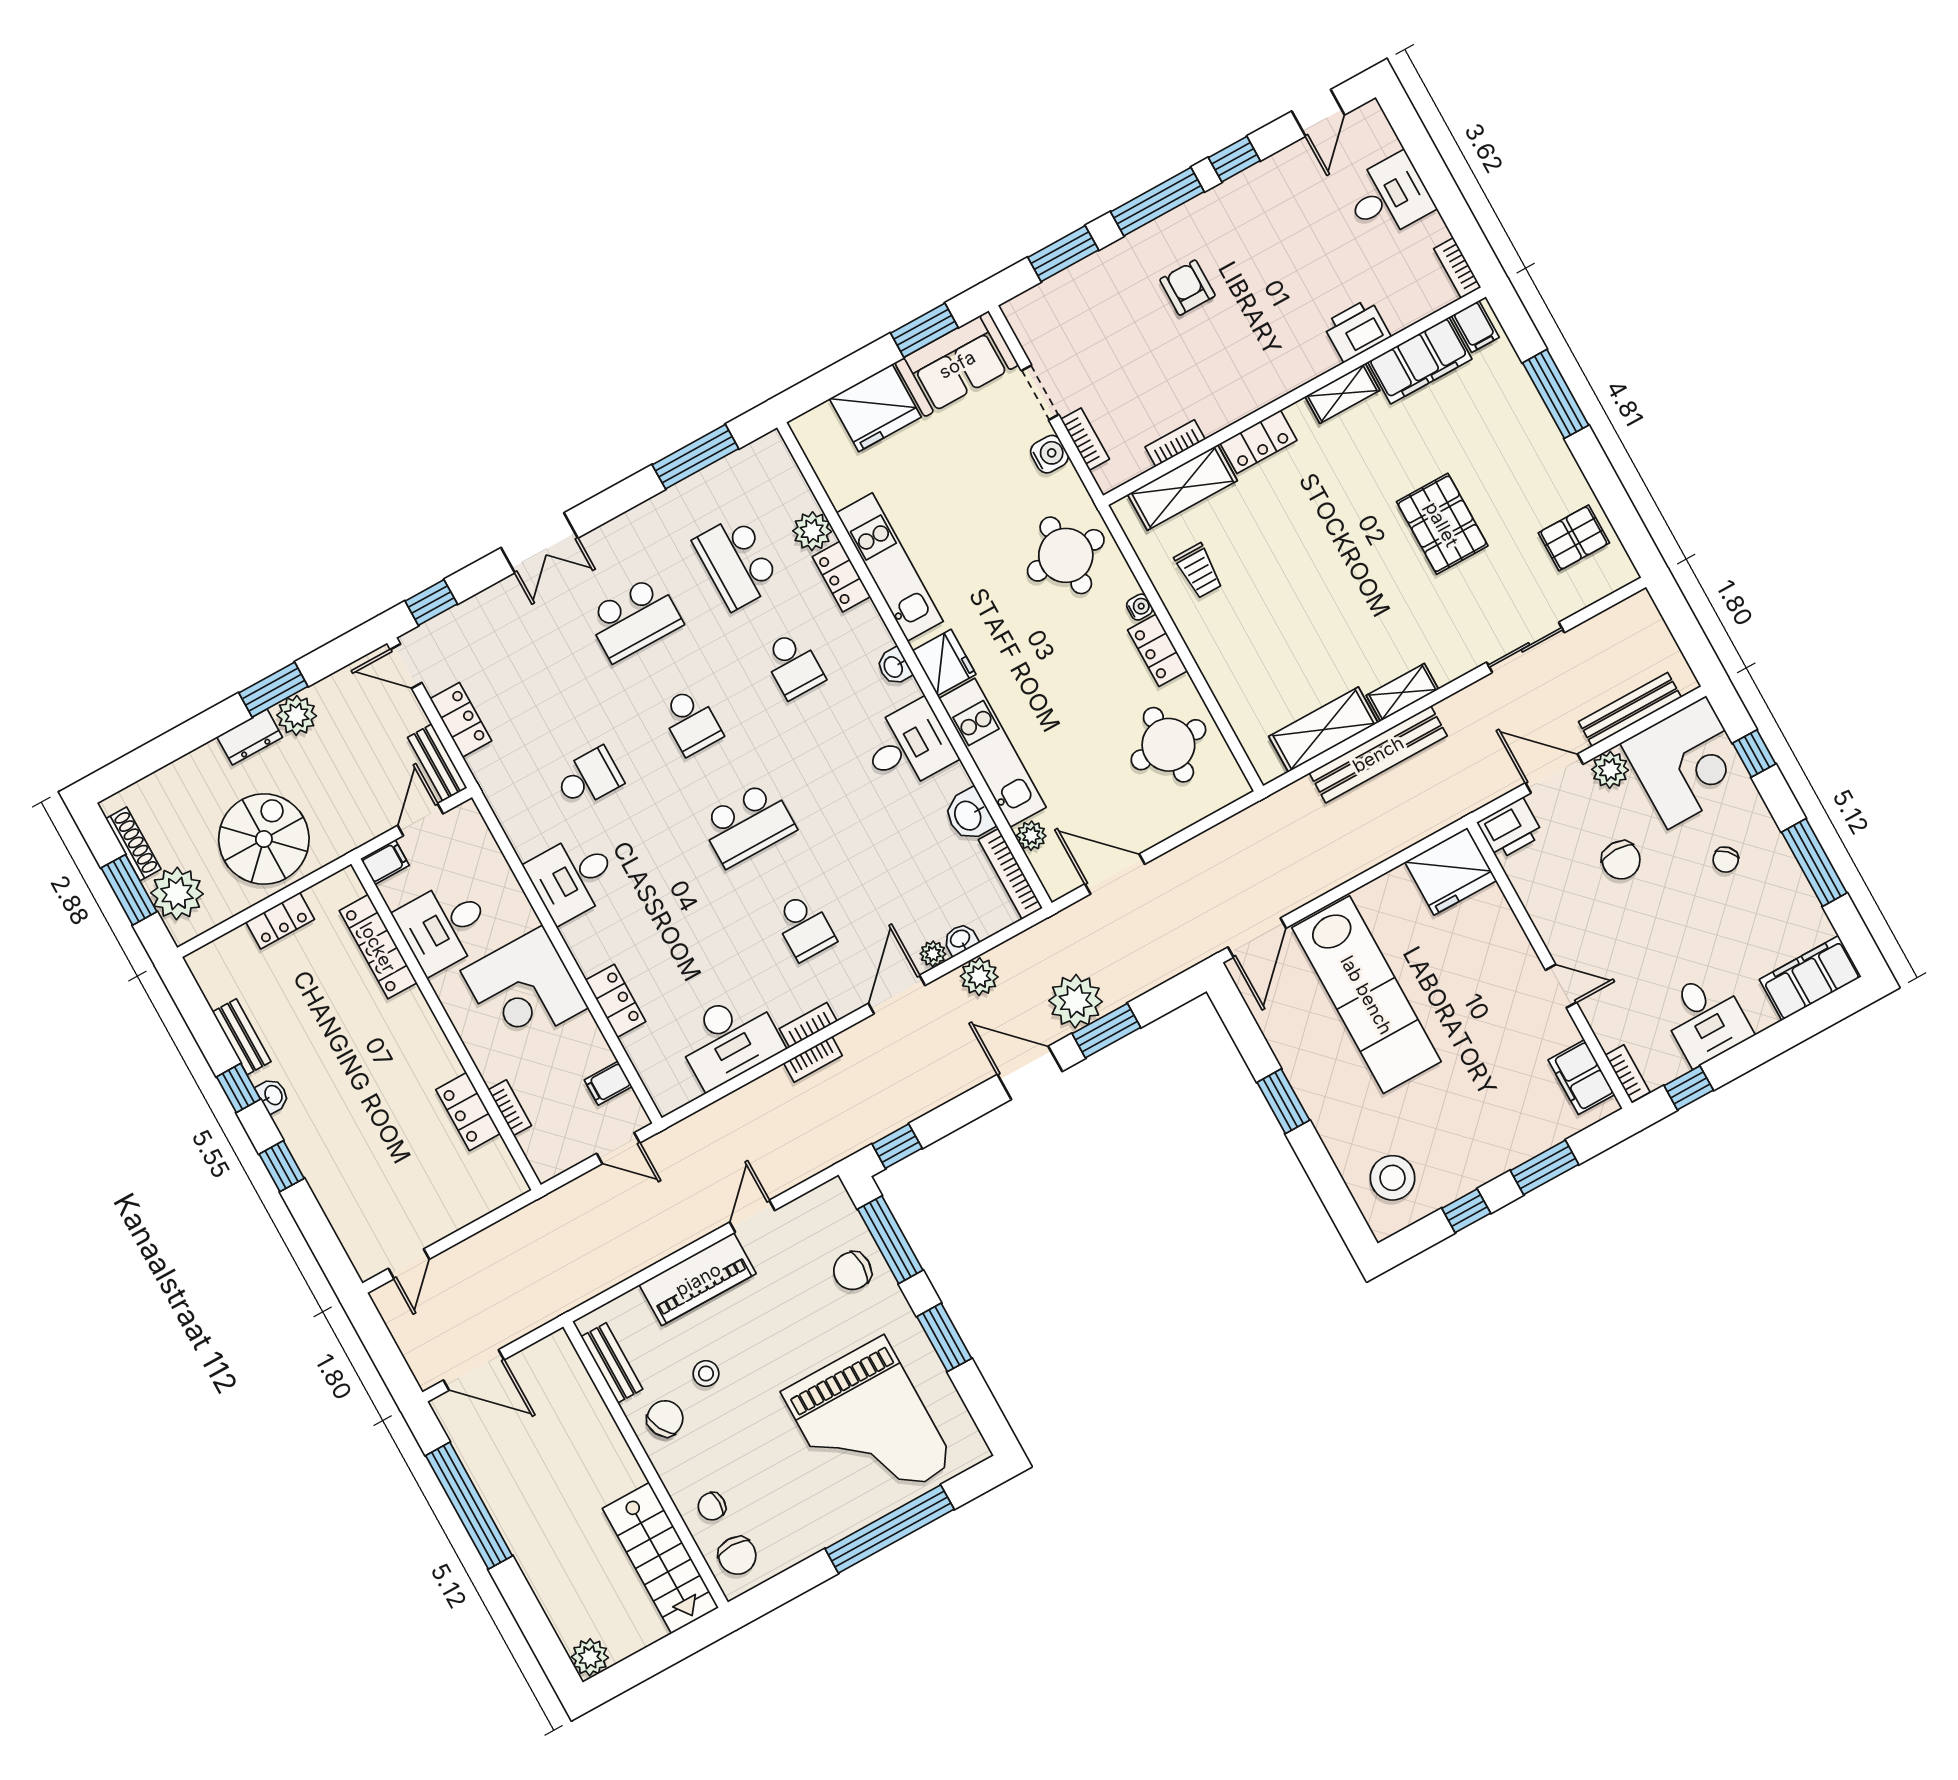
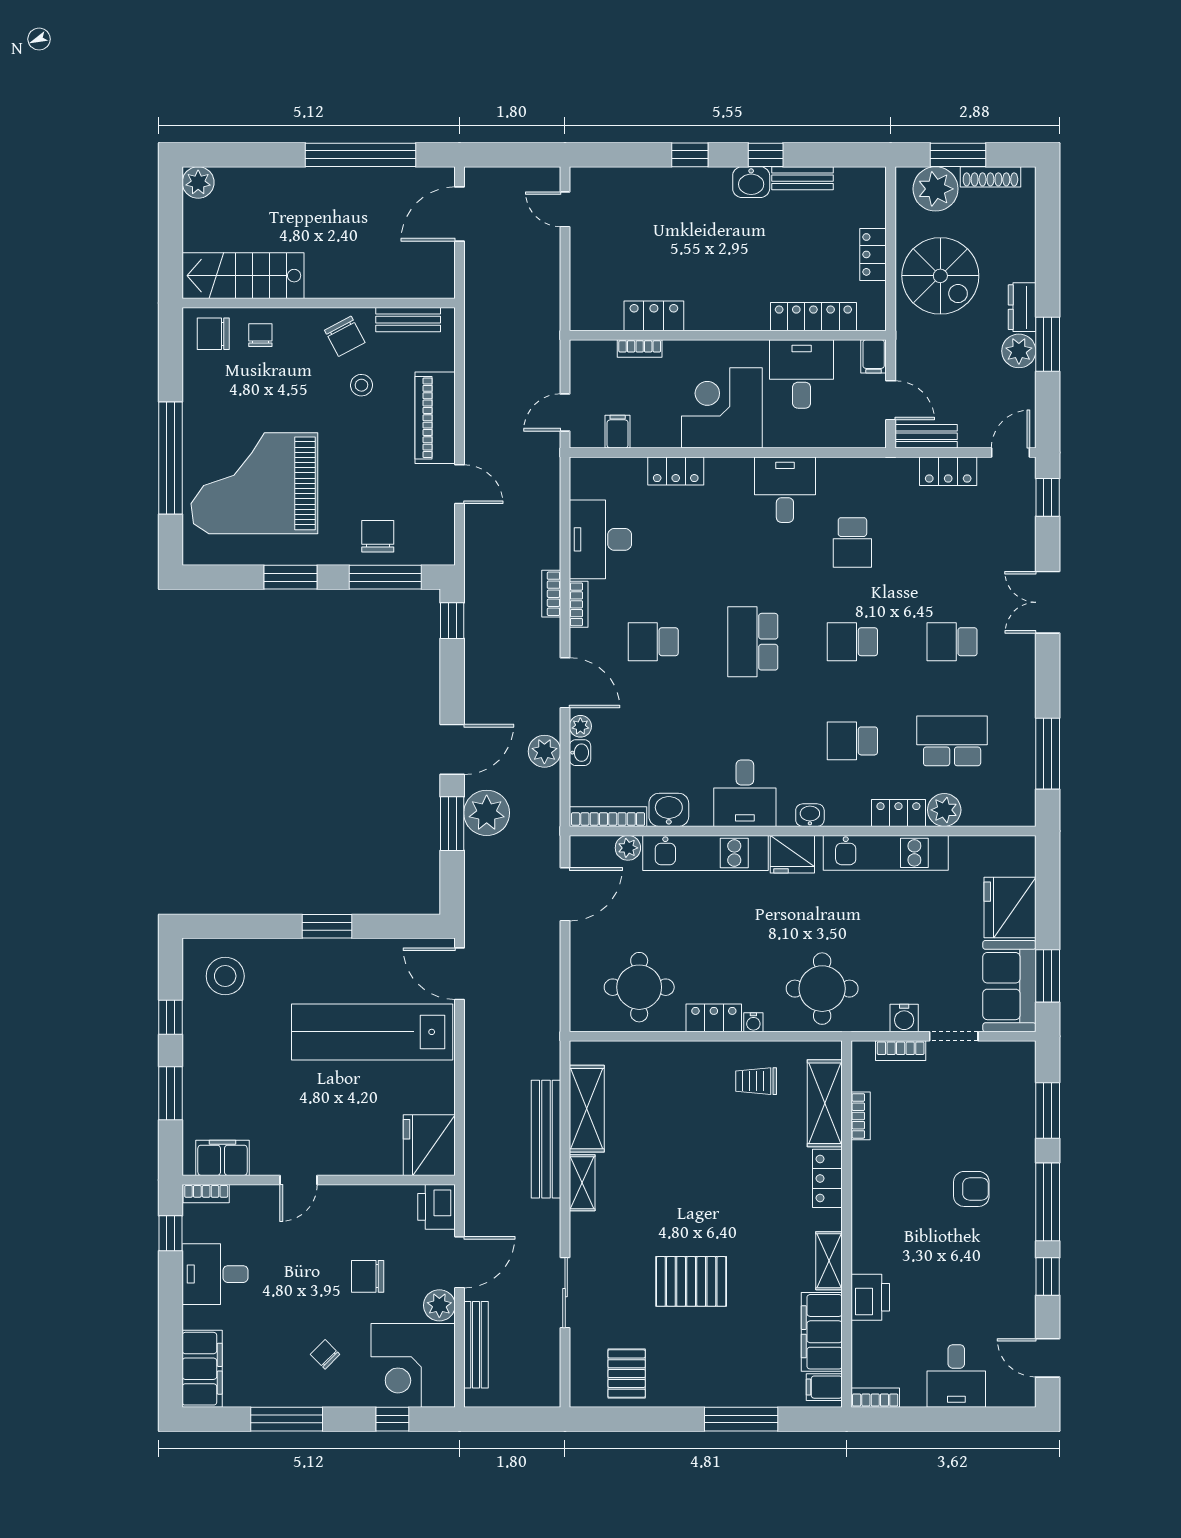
school desk: (634, 619) -> (952, 642), width x0.54
washbasin: (273, 1095) -> (751, 182), width x1.38, depth x1.45

